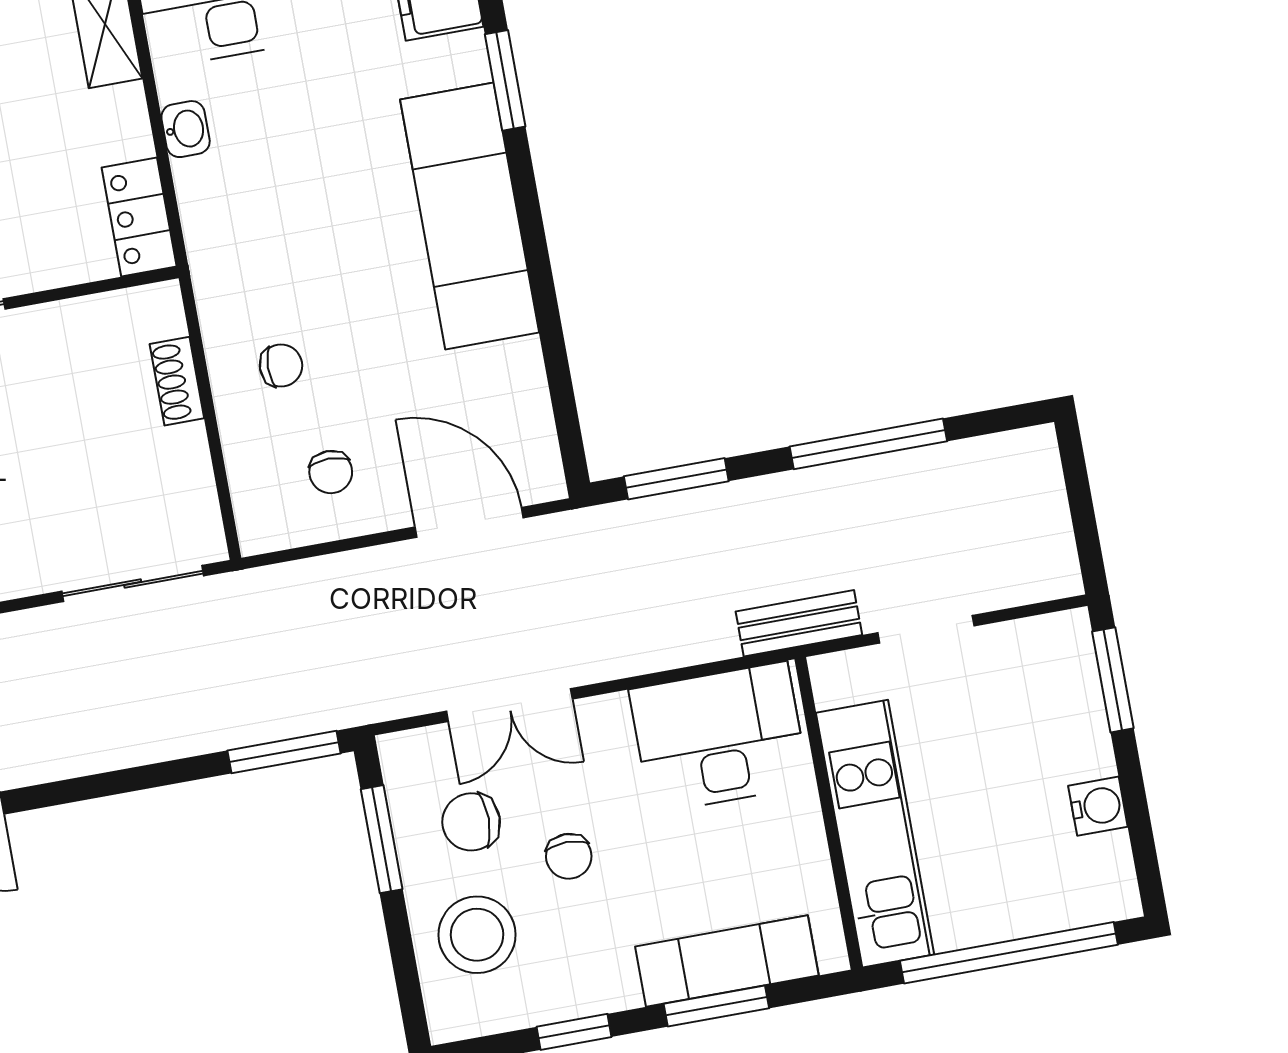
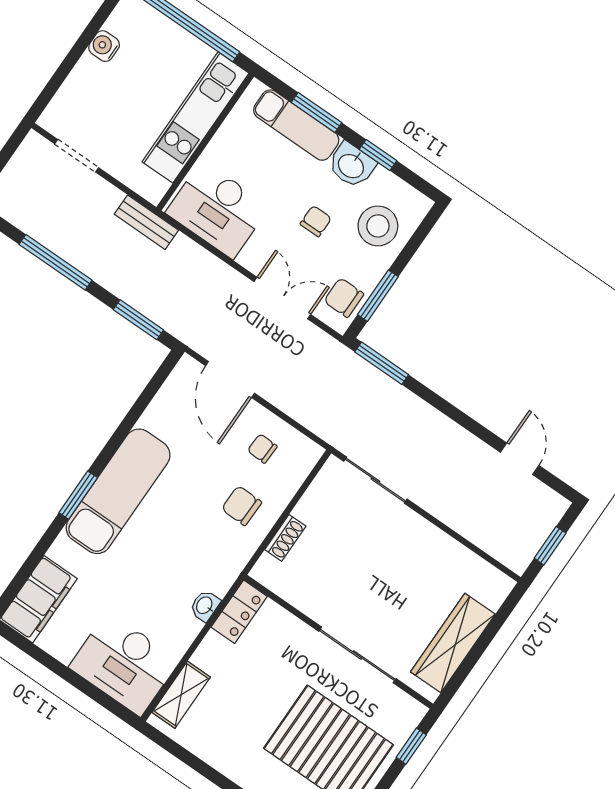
window: (505, 80) -> (78, 495), moved
washbasin: (186, 129) -> (205, 606), moved
chair: (281, 366) -> (242, 506), width x1.37, depth x1.37
chair: (331, 472) -> (262, 448), turned -88
doorway: (926, 629) -> (77, 156), moved
window: (1113, 680) -> (52, 87), removed
chair: (471, 822) -> (344, 298), moved, turned 180
washbasin: (596, 982) -> (352, 165), added

